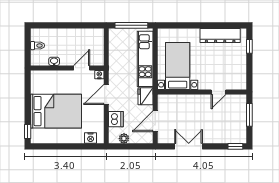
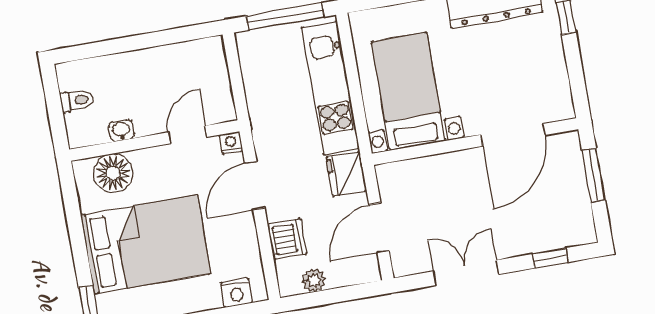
floor lamp: (48, 79) -> (113, 173), added
door: (218, 92) -> (513, 135), width x1.87
window: (235, 146) -> (550, 258), moved

